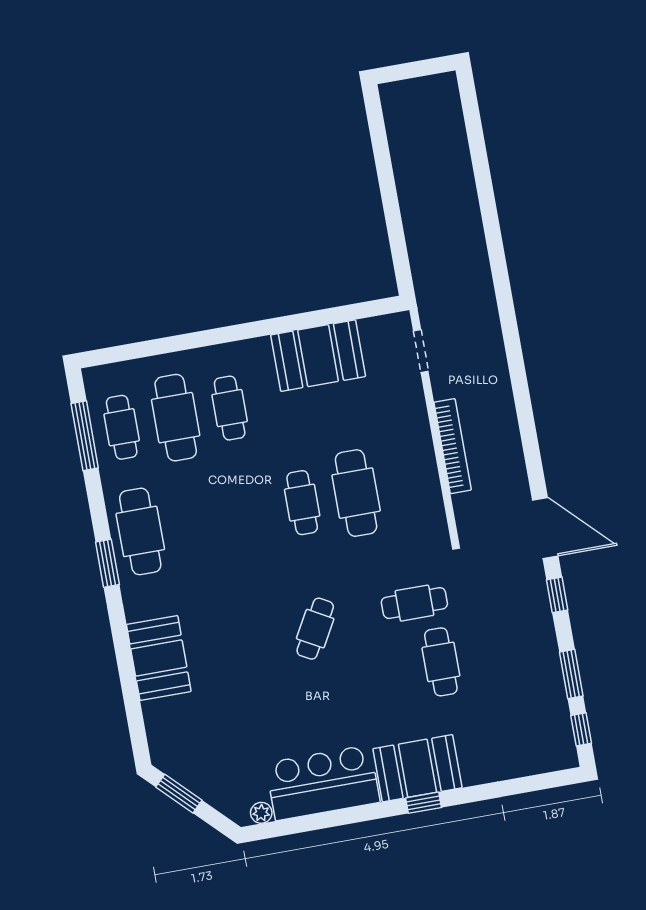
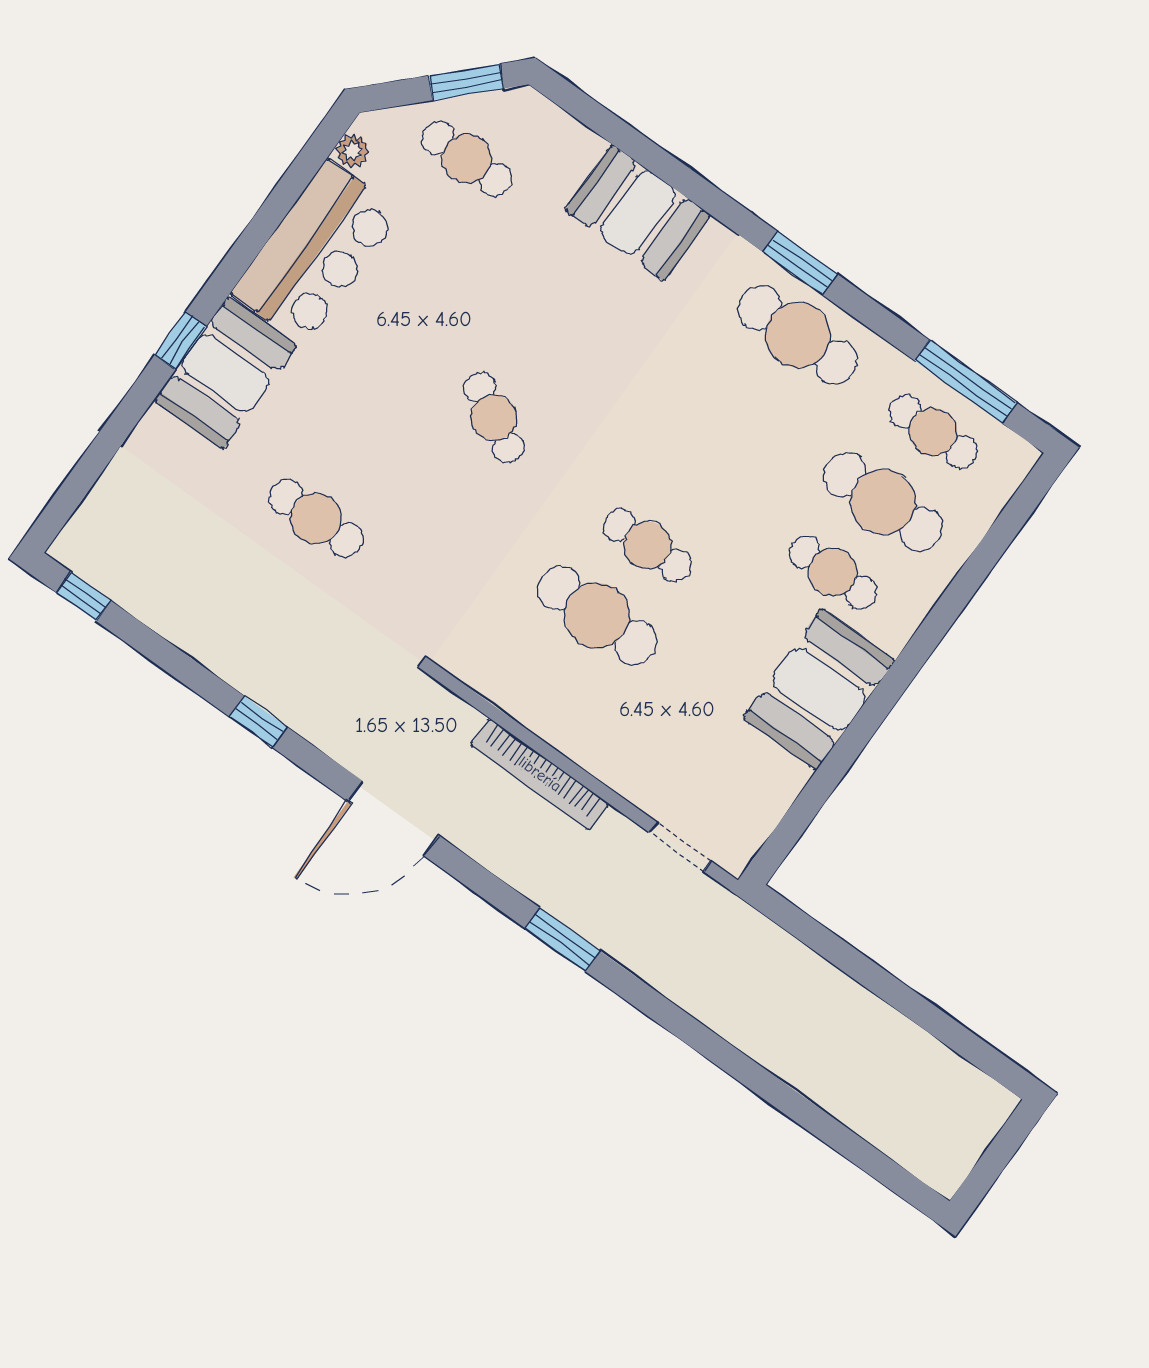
booth: (318, 356) -> (819, 689), moved
door: (545, 528) -> (393, 818), moved
cafe table: (414, 603) -> (467, 159), moved, turned 90
window: (571, 674) -> (563, 940), moved

